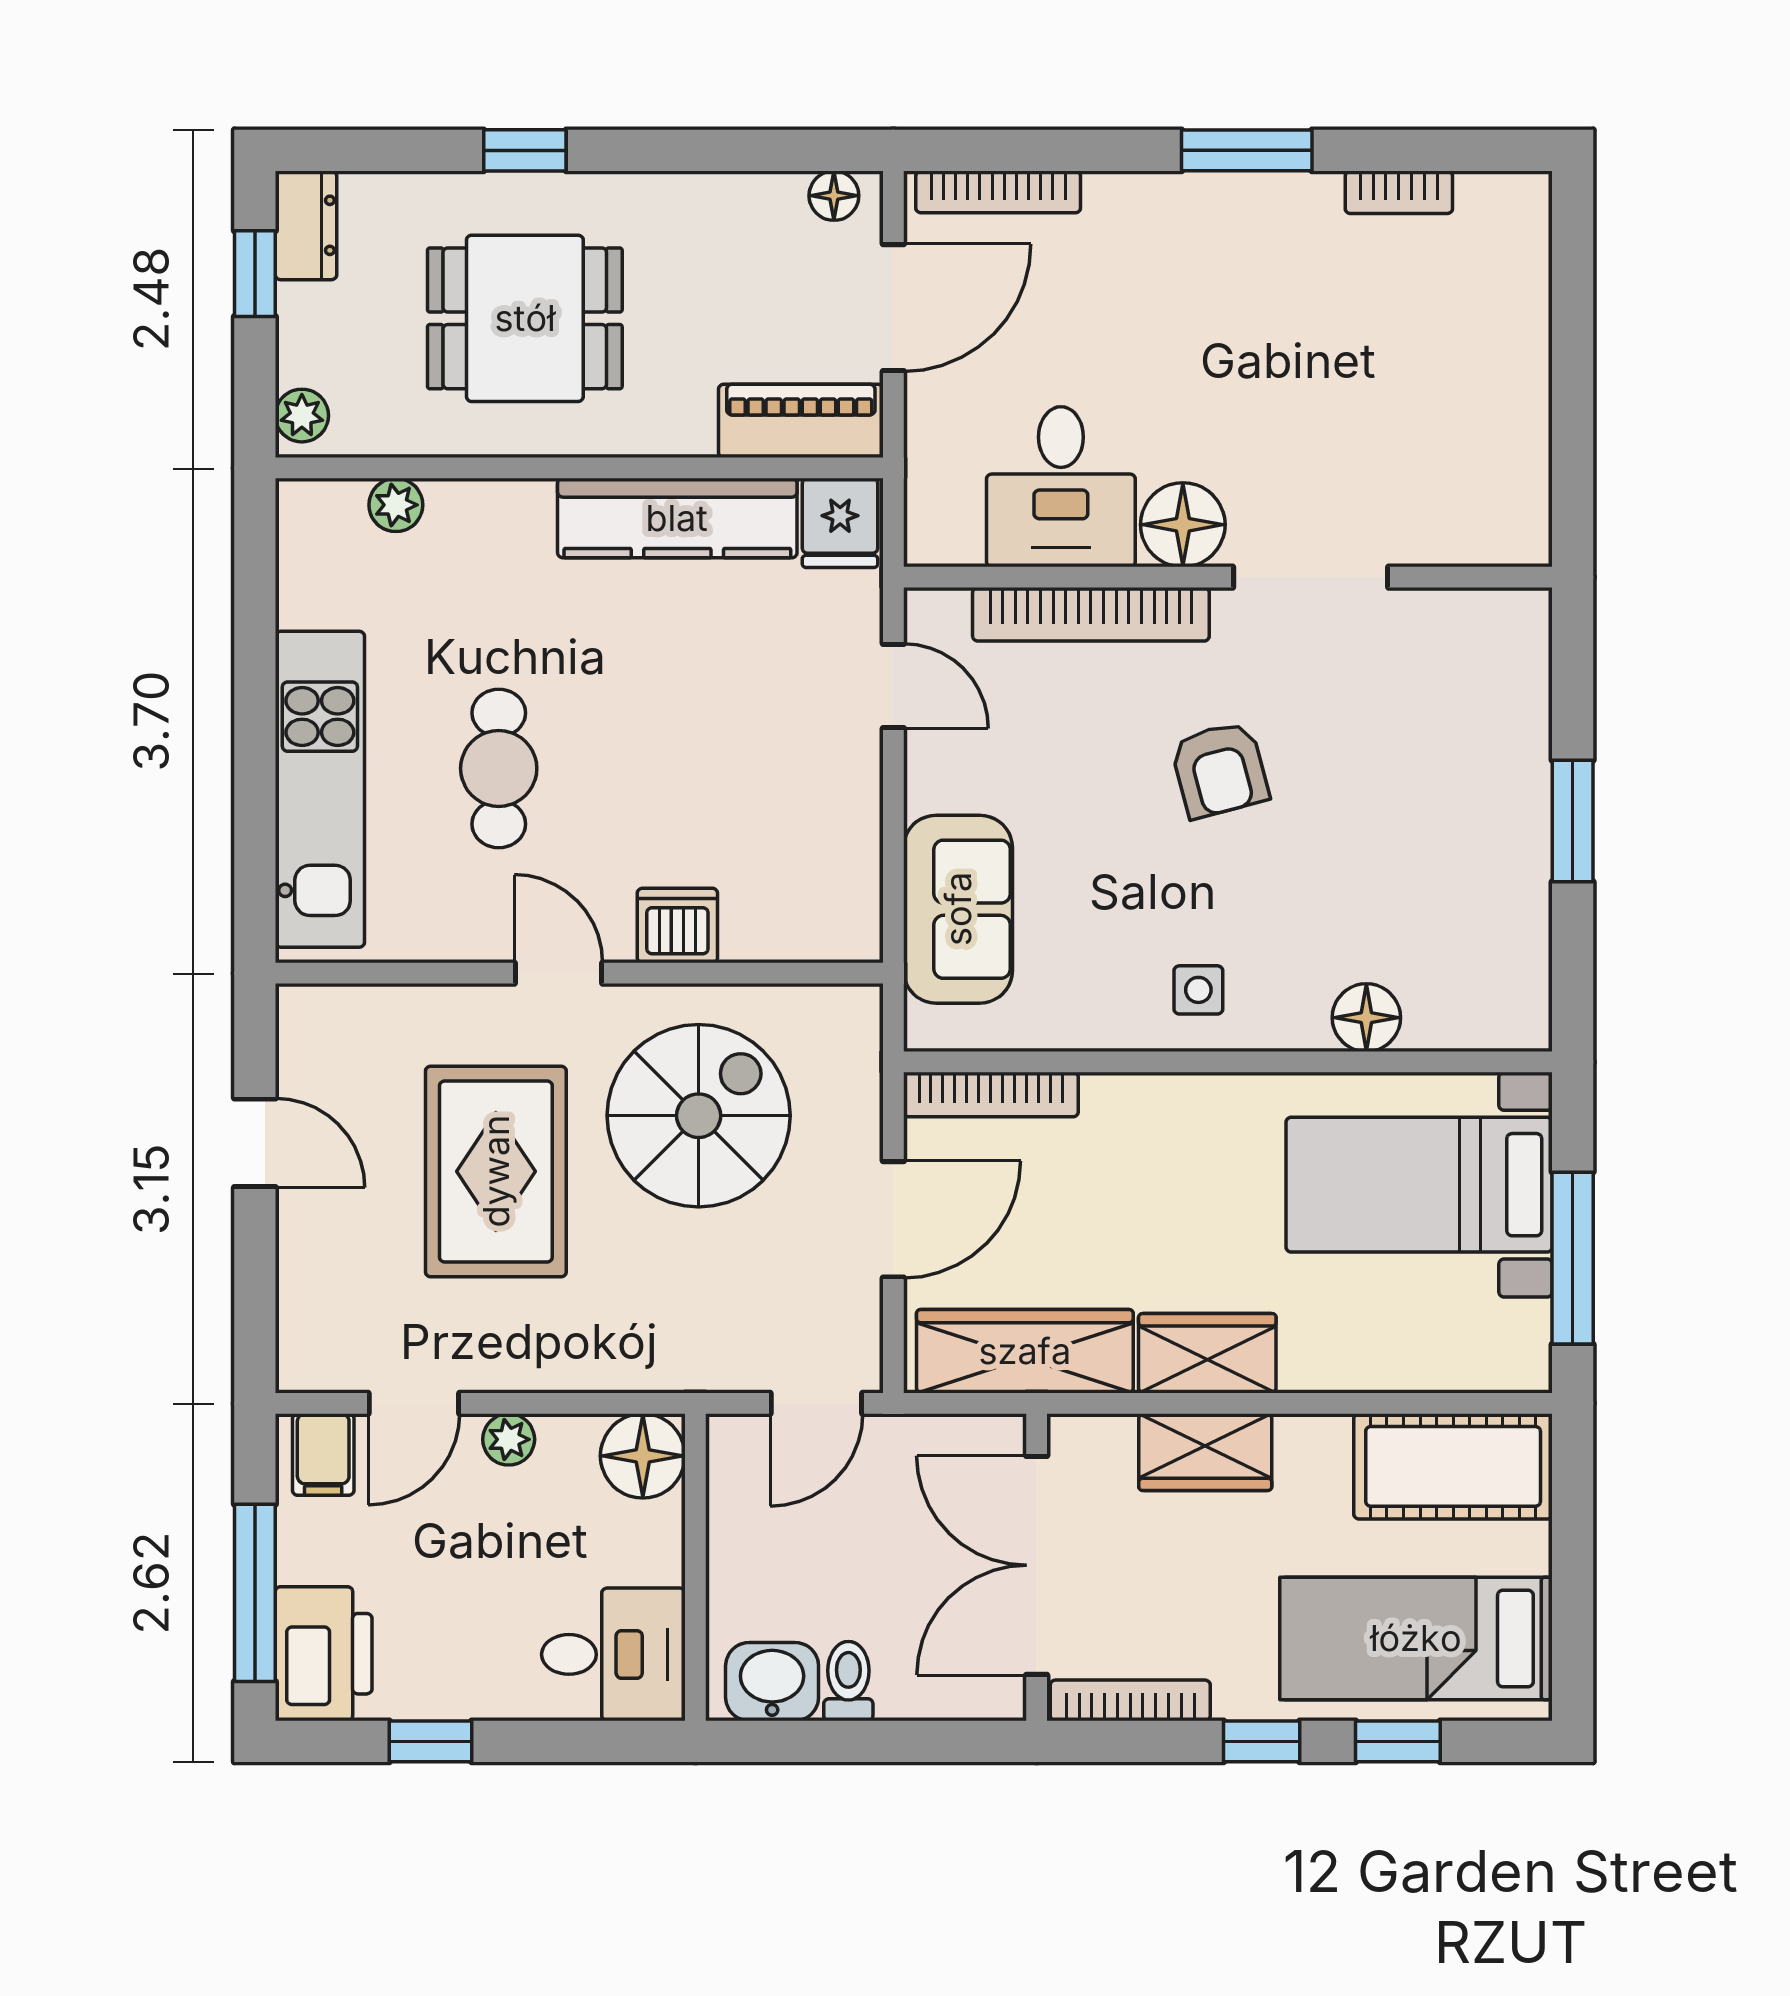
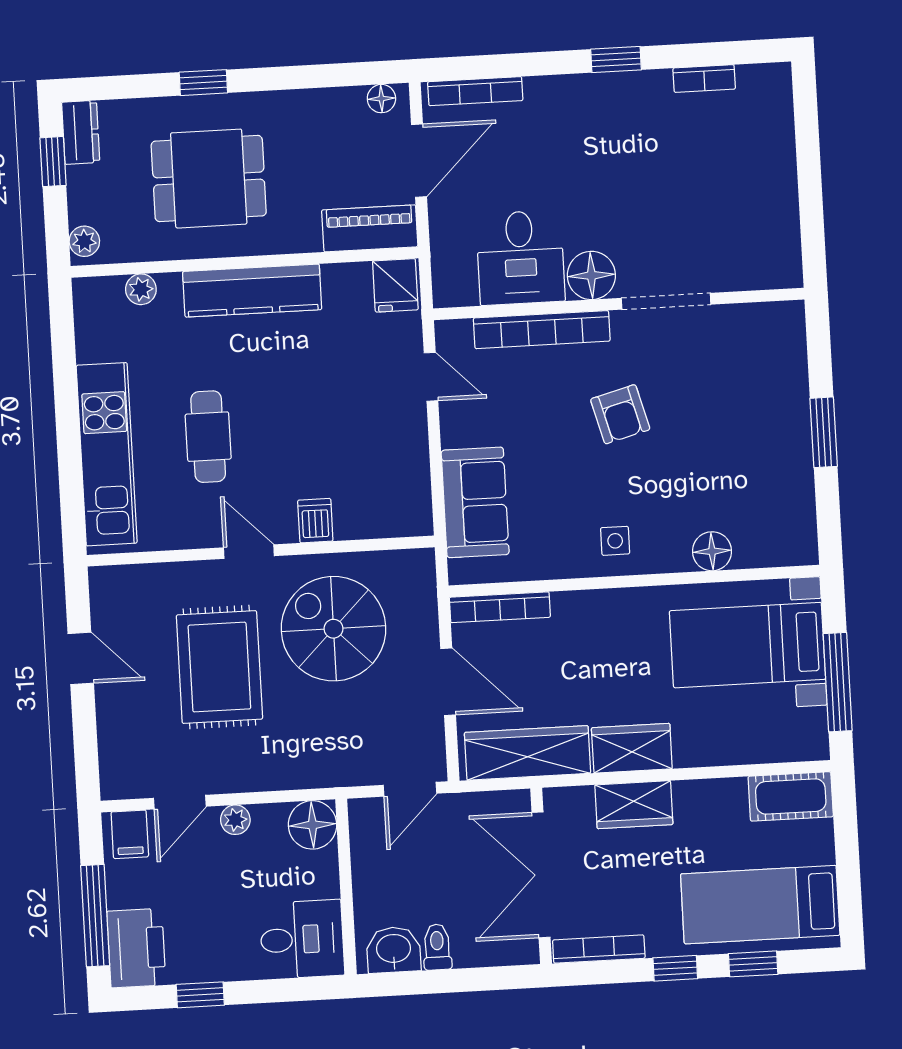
window: (1247, 150) -> (616, 59), width x0.67
kitchen counter: (677, 518) -> (252, 291), moved
dishwasher: (677, 926) -> (315, 521), width x0.73
spiral stairs: (699, 1116) -> (334, 629), turned -90
door: (893, 1219) -> (448, 682), hinge flipped
cot: (1453, 1466) -> (791, 796), width x0.73, depth x0.75

